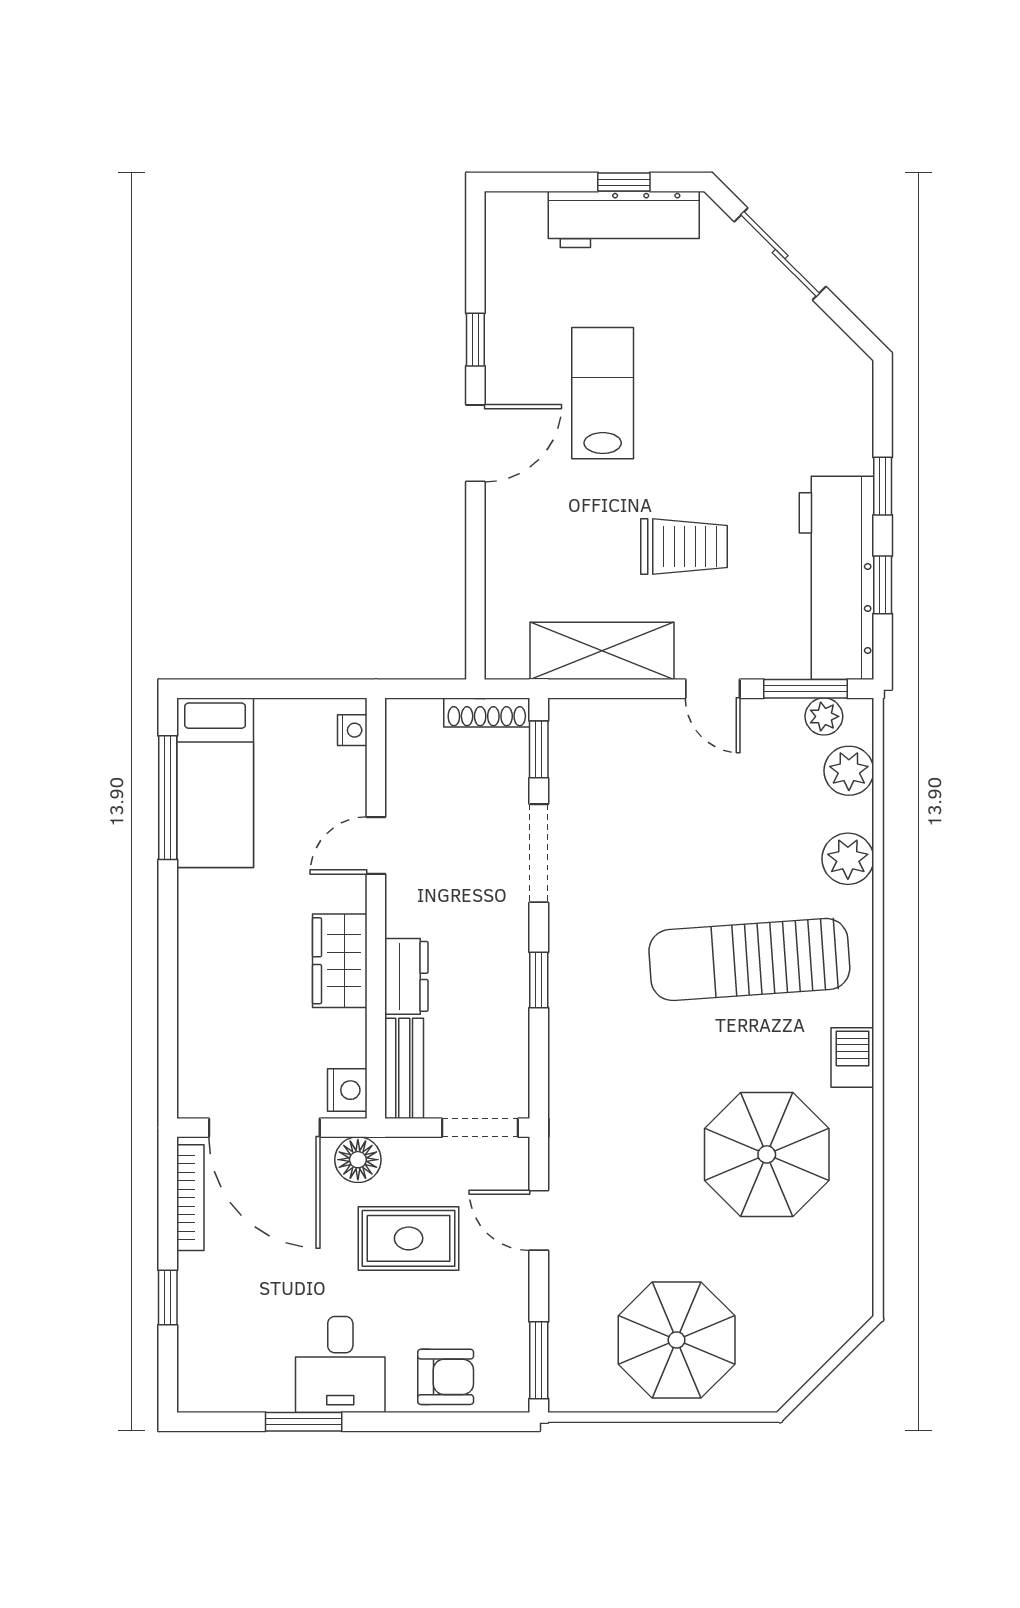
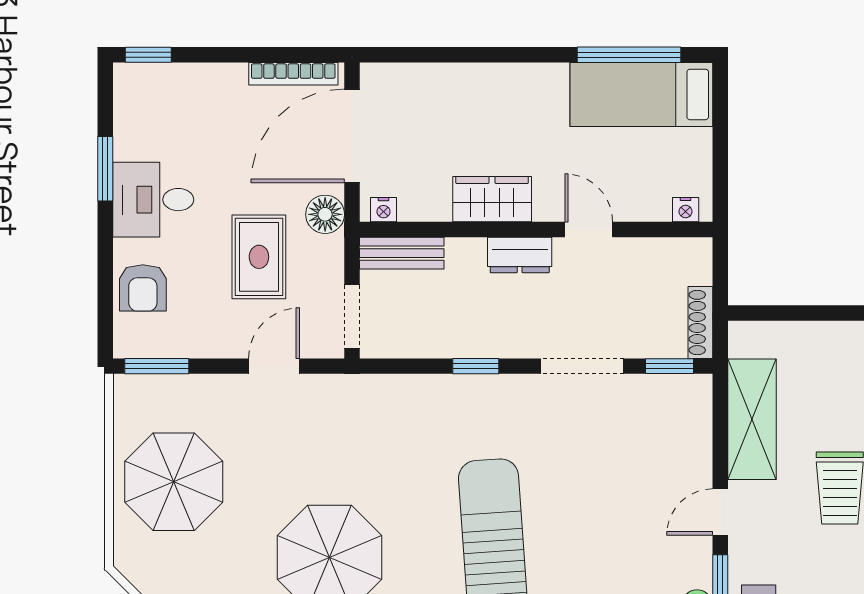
dresser: (406, 976) -> (520, 255), moved
nightstand: (347, 1090) -> (384, 210), width x0.72, depth x0.74
window: (168, 1298) -> (148, 55), moved

